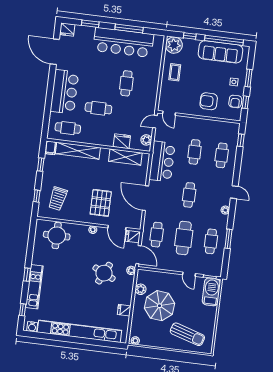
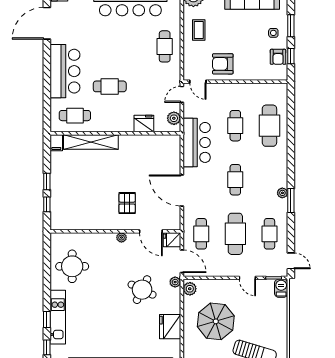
door: (55, 52) -> (47, 23), hinge flipped
cafe table: (126, 83) -> (165, 46), moved
armchair: (209, 101) -> (223, 64), moved
window: (241, 140) -> (291, 104), removed
cafe table: (222, 155) -> (269, 126), width x1.37, depth x1.35
shelving: (125, 157) -> (151, 143), removed
window: (41, 165) -> (47, 181), moved
door: (234, 192) -> (291, 261), moved
trolley: (58, 199) -> (73, 205), removed
pallet: (101, 203) -> (127, 203), width x0.67, depth x0.71
round table: (57, 236) -> (72, 266), moved
window: (228, 239) -> (291, 200), moved
window: (27, 275) -> (47, 320), moved
plant: (141, 289) -> (190, 289), moved
barbecue: (211, 292) -> (281, 288), width x0.53, depth x0.65
fridge: (124, 310) -> (170, 327), width x1.88, depth x1.34

